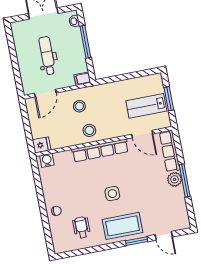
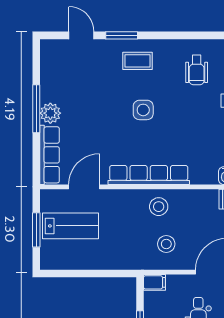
door: (142, 134) -> (84, 187), hinge flipped
coffee table: (123, 226) -> (138, 61), width x0.54, depth x0.58

